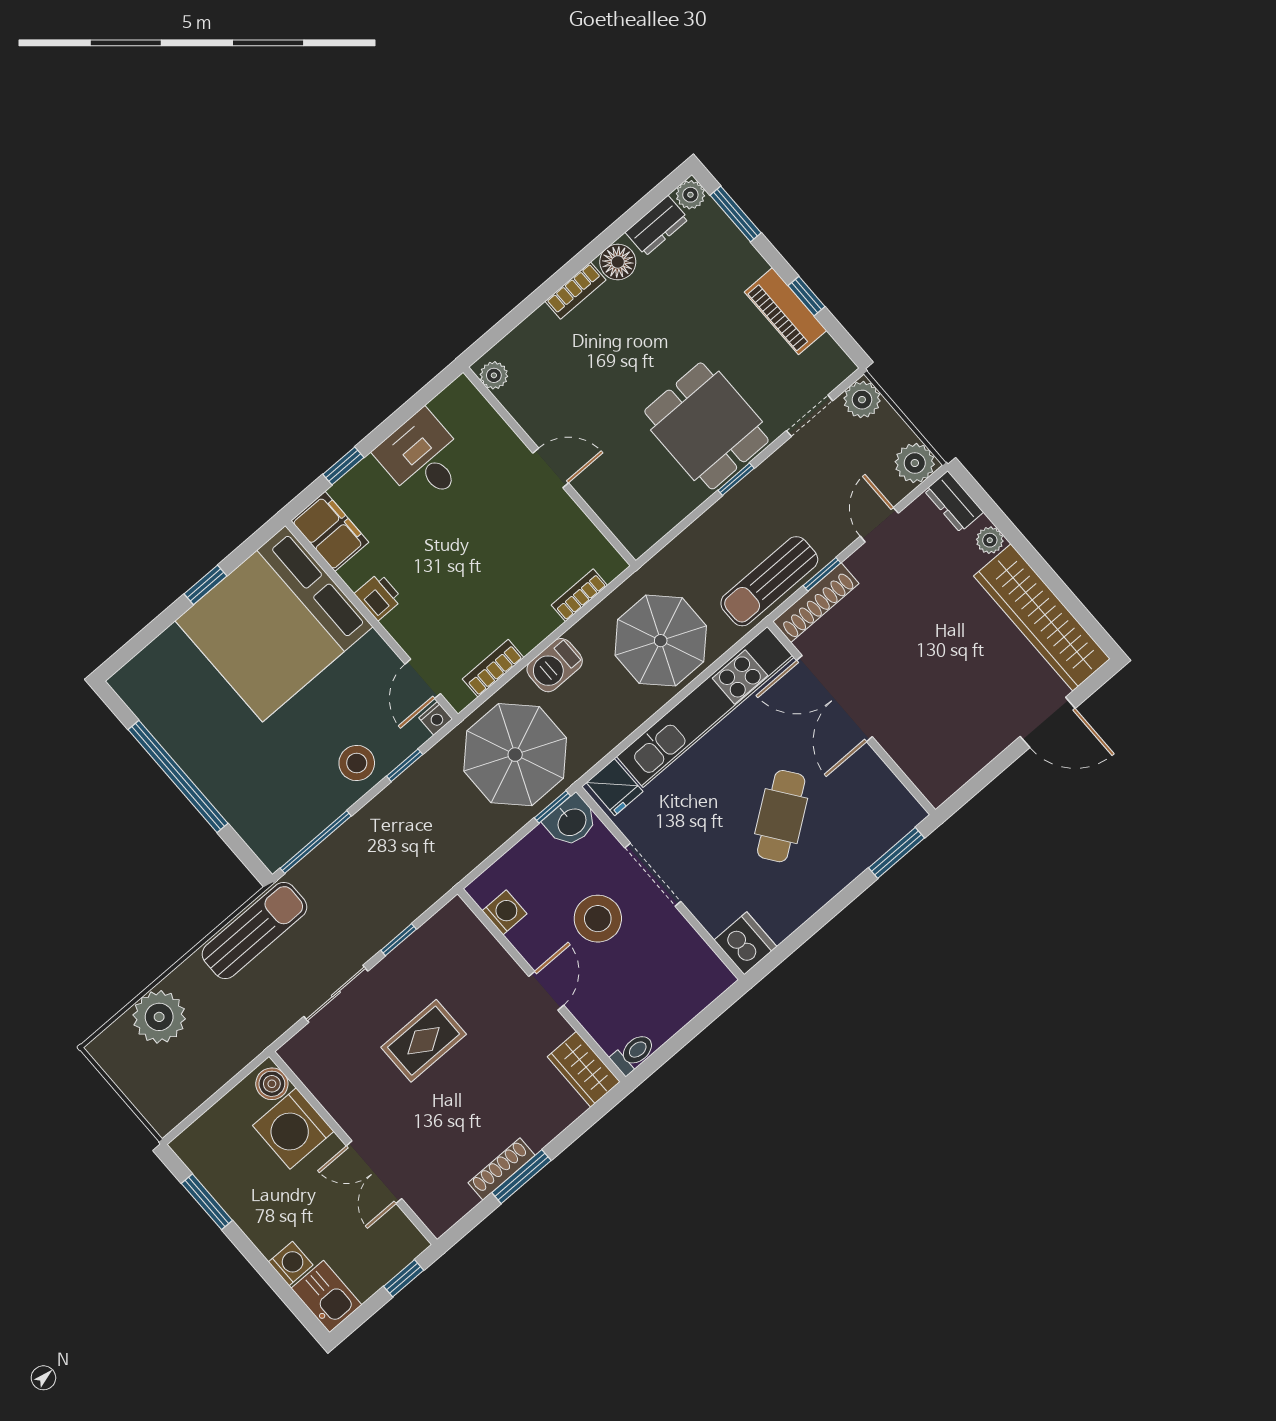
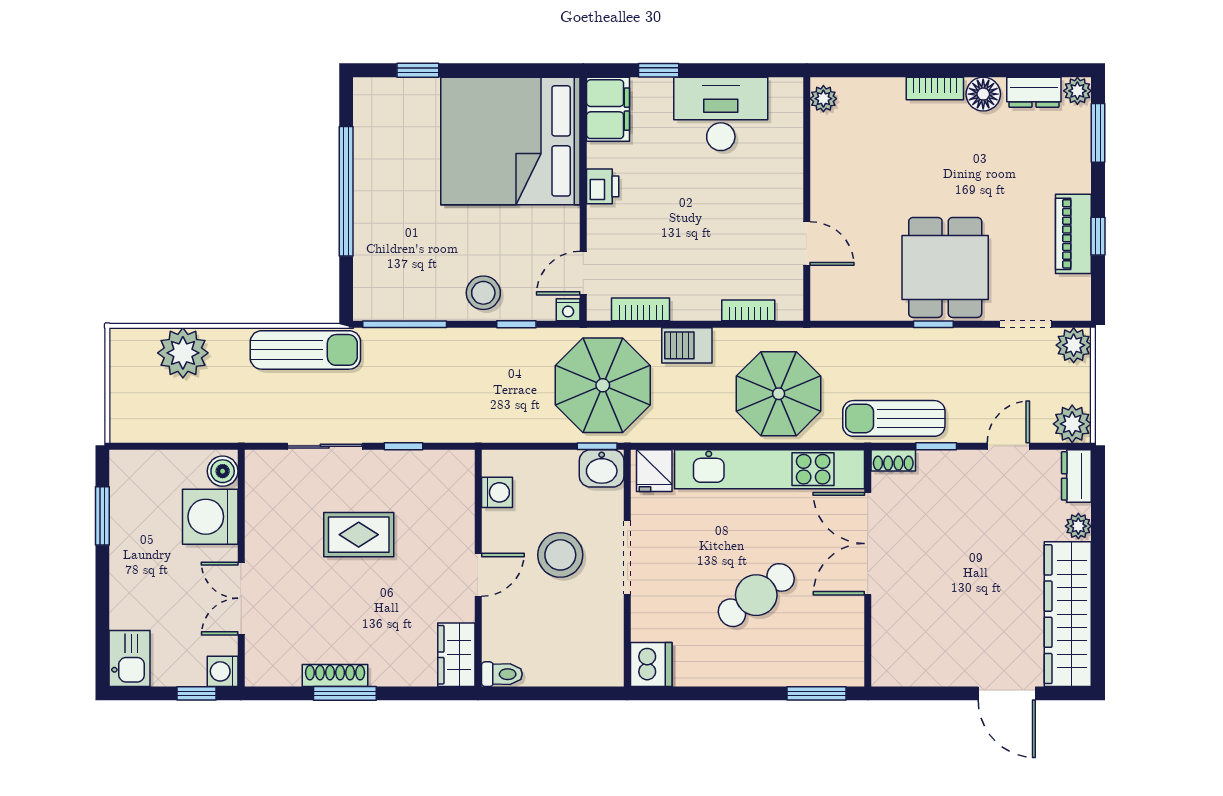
desk: (423, 458) -> (721, 114), width x1.37
door: (551, 468) -> (807, 244), moved
window: (205, 585) -> (418, 70), moved
shoe rack: (816, 603) -> (893, 460), width x0.51, depth x0.81
washing machine: (291, 1264) -> (223, 671), moved, turned 180

